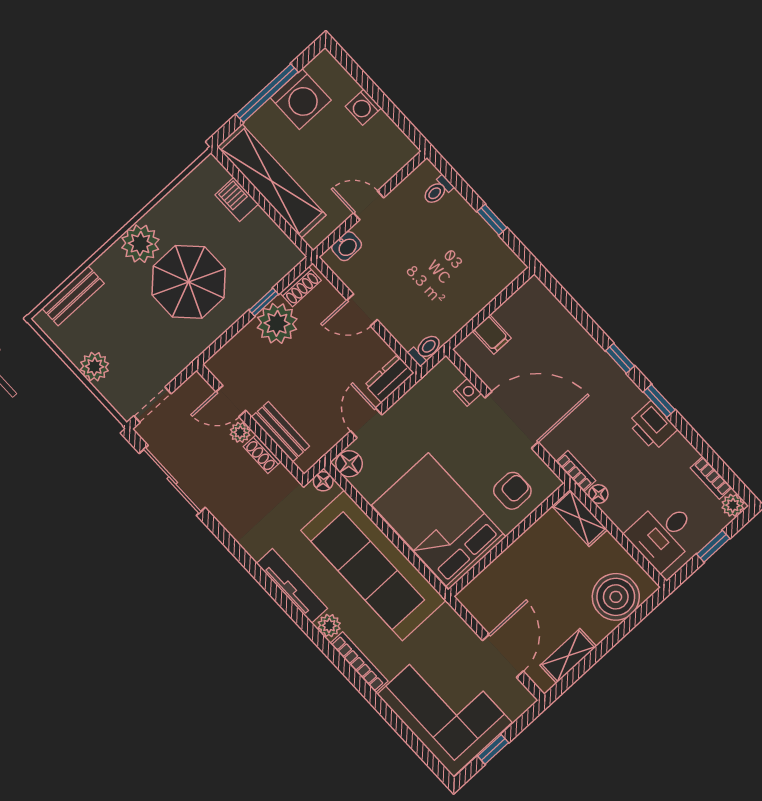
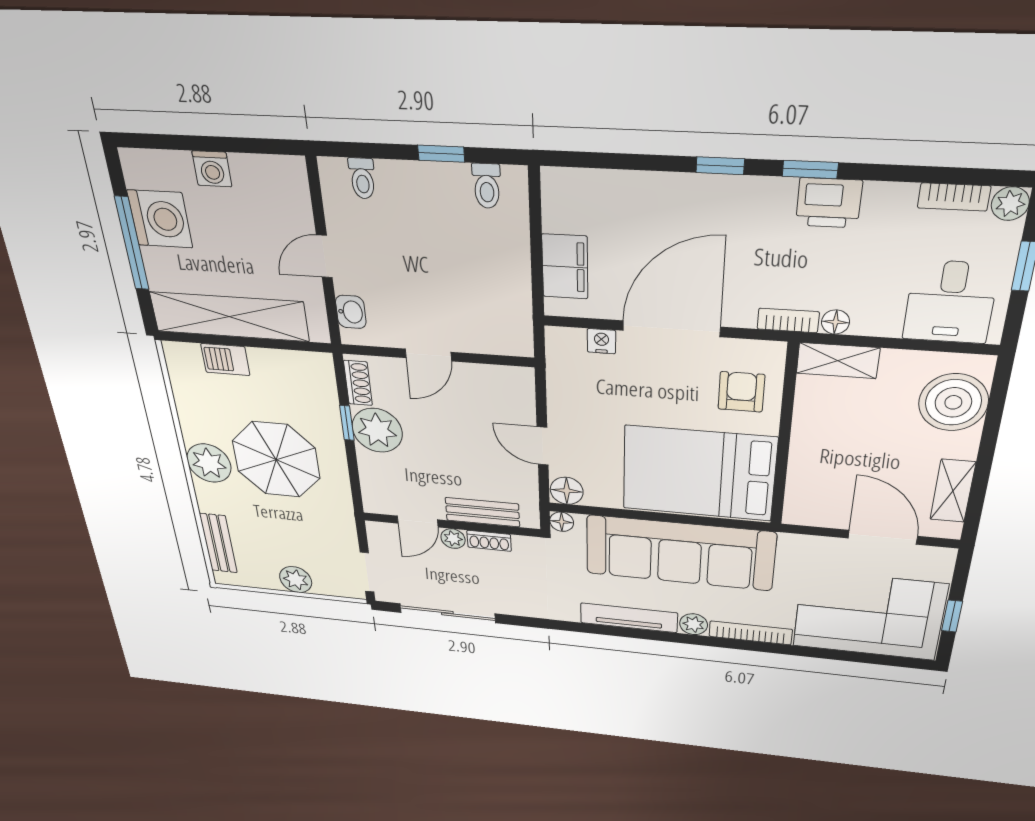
filing cabinet: (492, 334) -> (565, 267), width x2.00
toilet: (426, 349) -> (487, 186), moved, turned 180
dresser: (389, 379) -> (519, 392), removed

